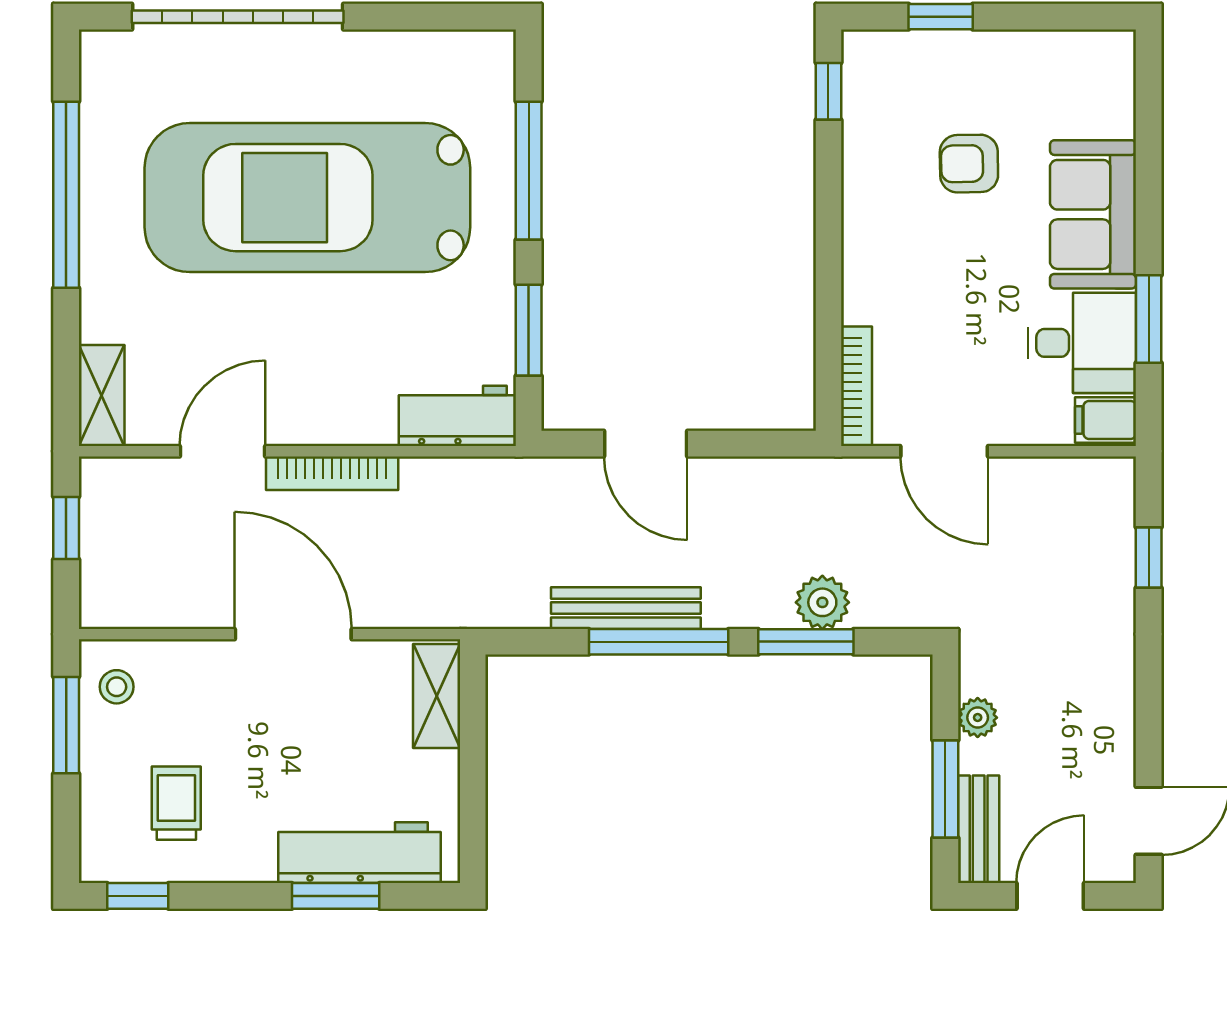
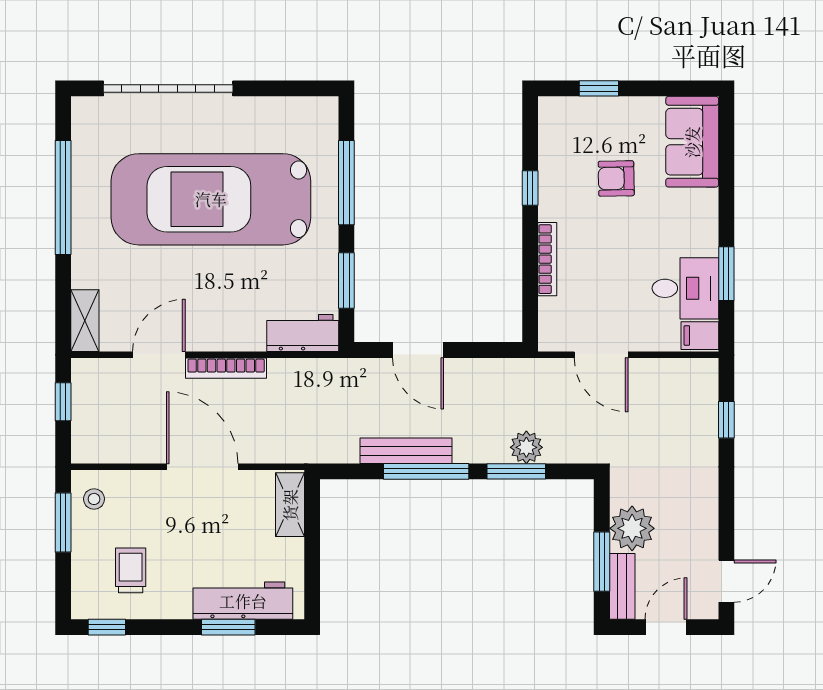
window: (828, 91) -> (530, 188), moved
sofa: (1093, 214) -> (692, 142), moved
bookcase: (857, 386) -> (547, 259), moved
plant: (978, 718) -> (632, 528), width x1.87, depth x1.87

